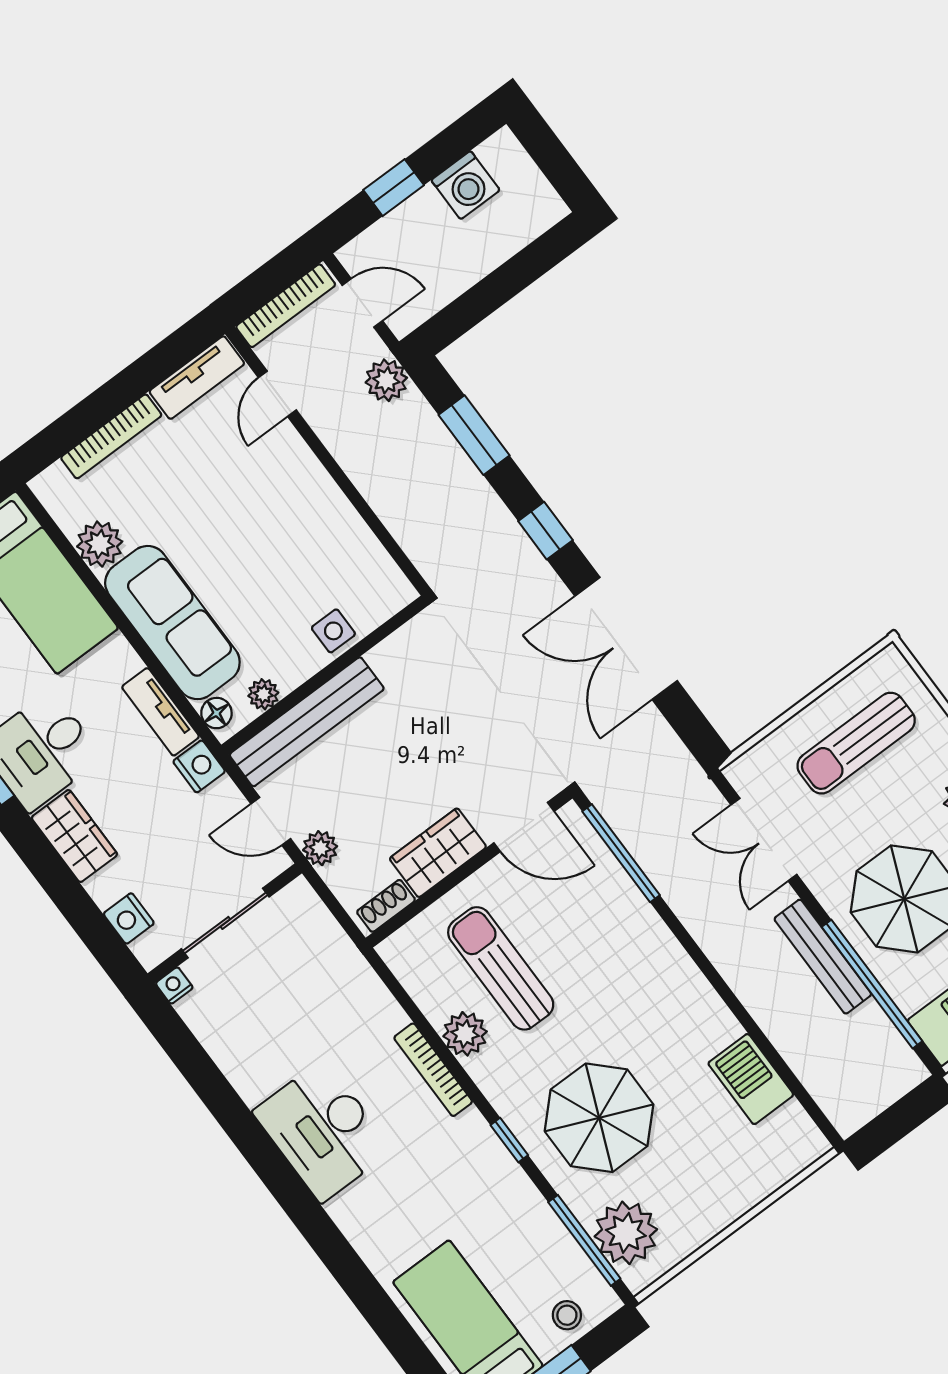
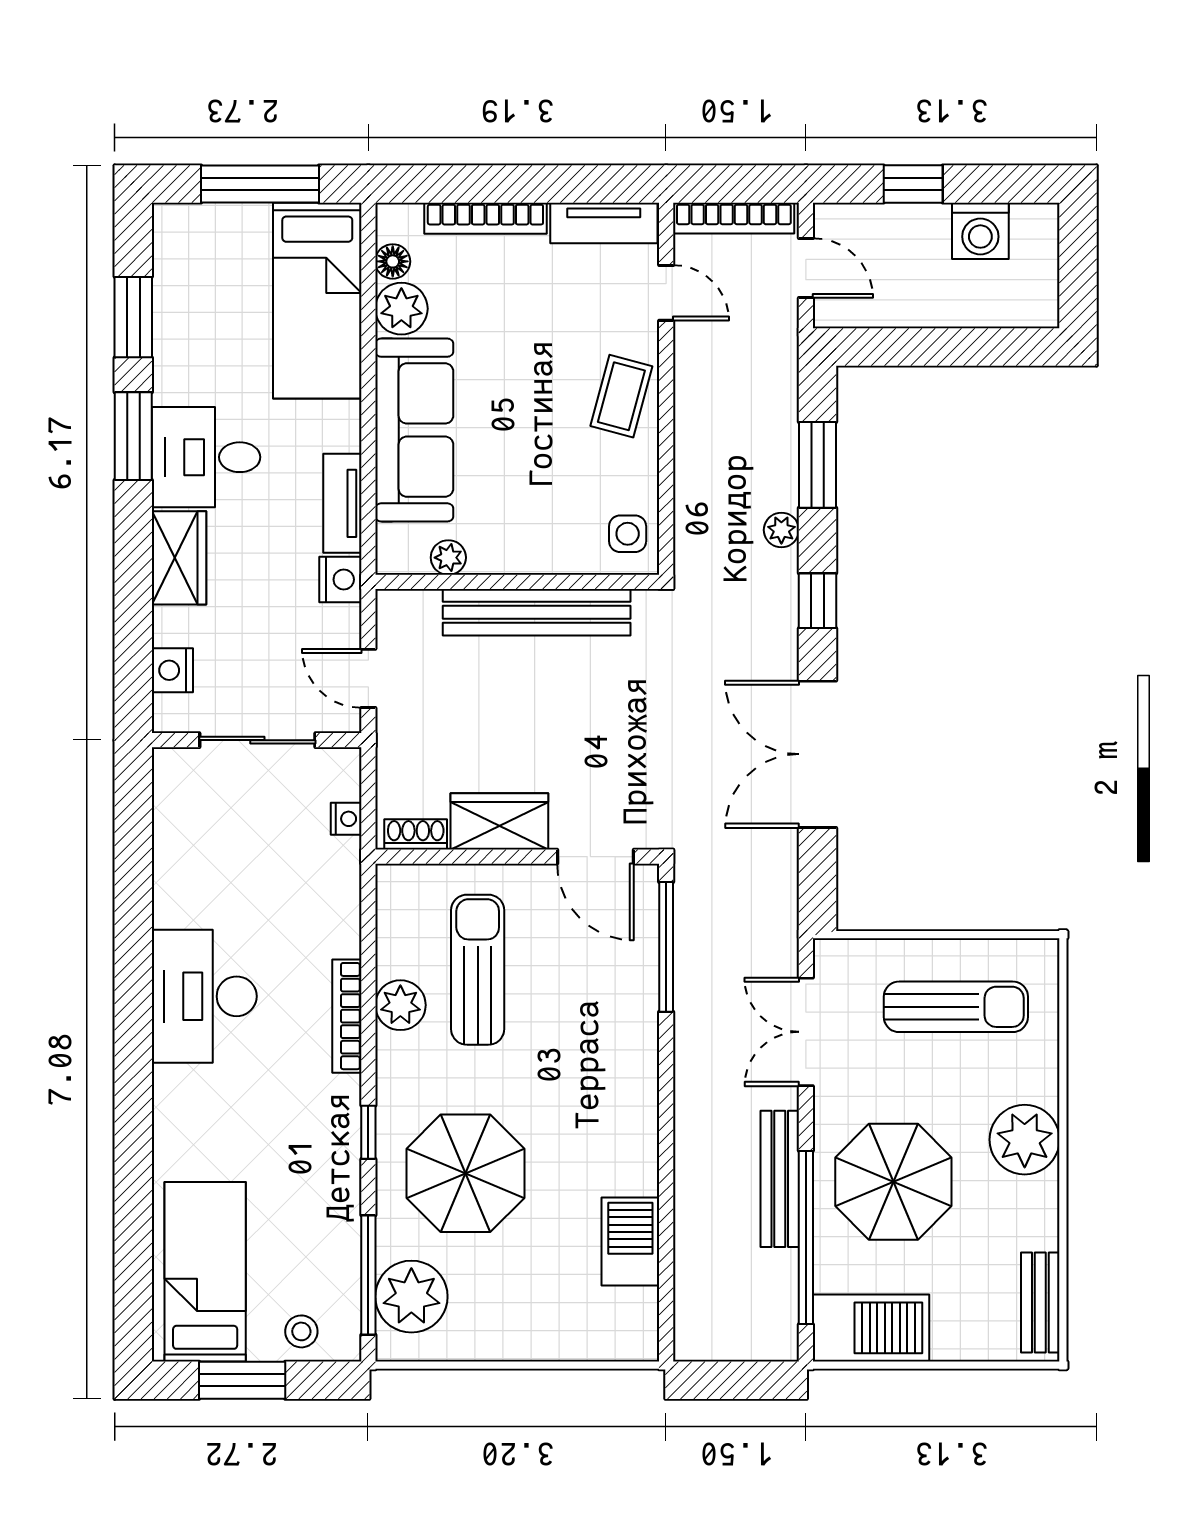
plant: (386, 380) -> (781, 530), moved, width x0.73, depth x0.73
door: (277, 394) -> (666, 293), swing flipped
coffee table: (300, 490) -> (621, 396), added
side table: (333, 631) -> (628, 534), moved
floor lamp: (216, 713) -> (393, 261), moved
bench: (307, 722) -> (537, 612), moved
sun lounger: (856, 743) -> (956, 1007), turned 180
plant: (320, 848) -> (395, 737), removed
nightstand: (174, 985) -> (346, 819), moved, turned 90

